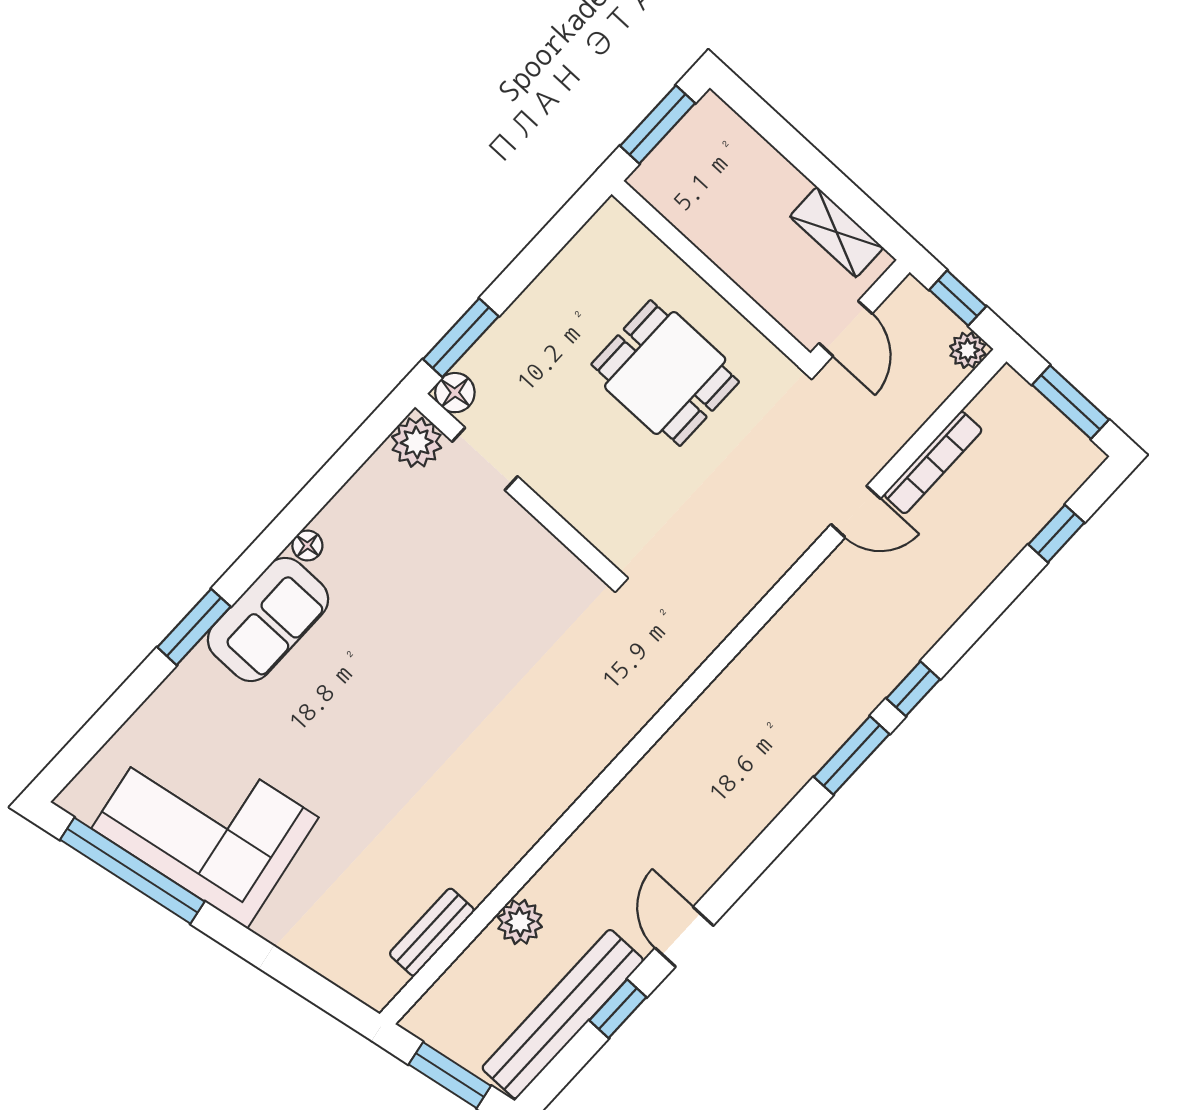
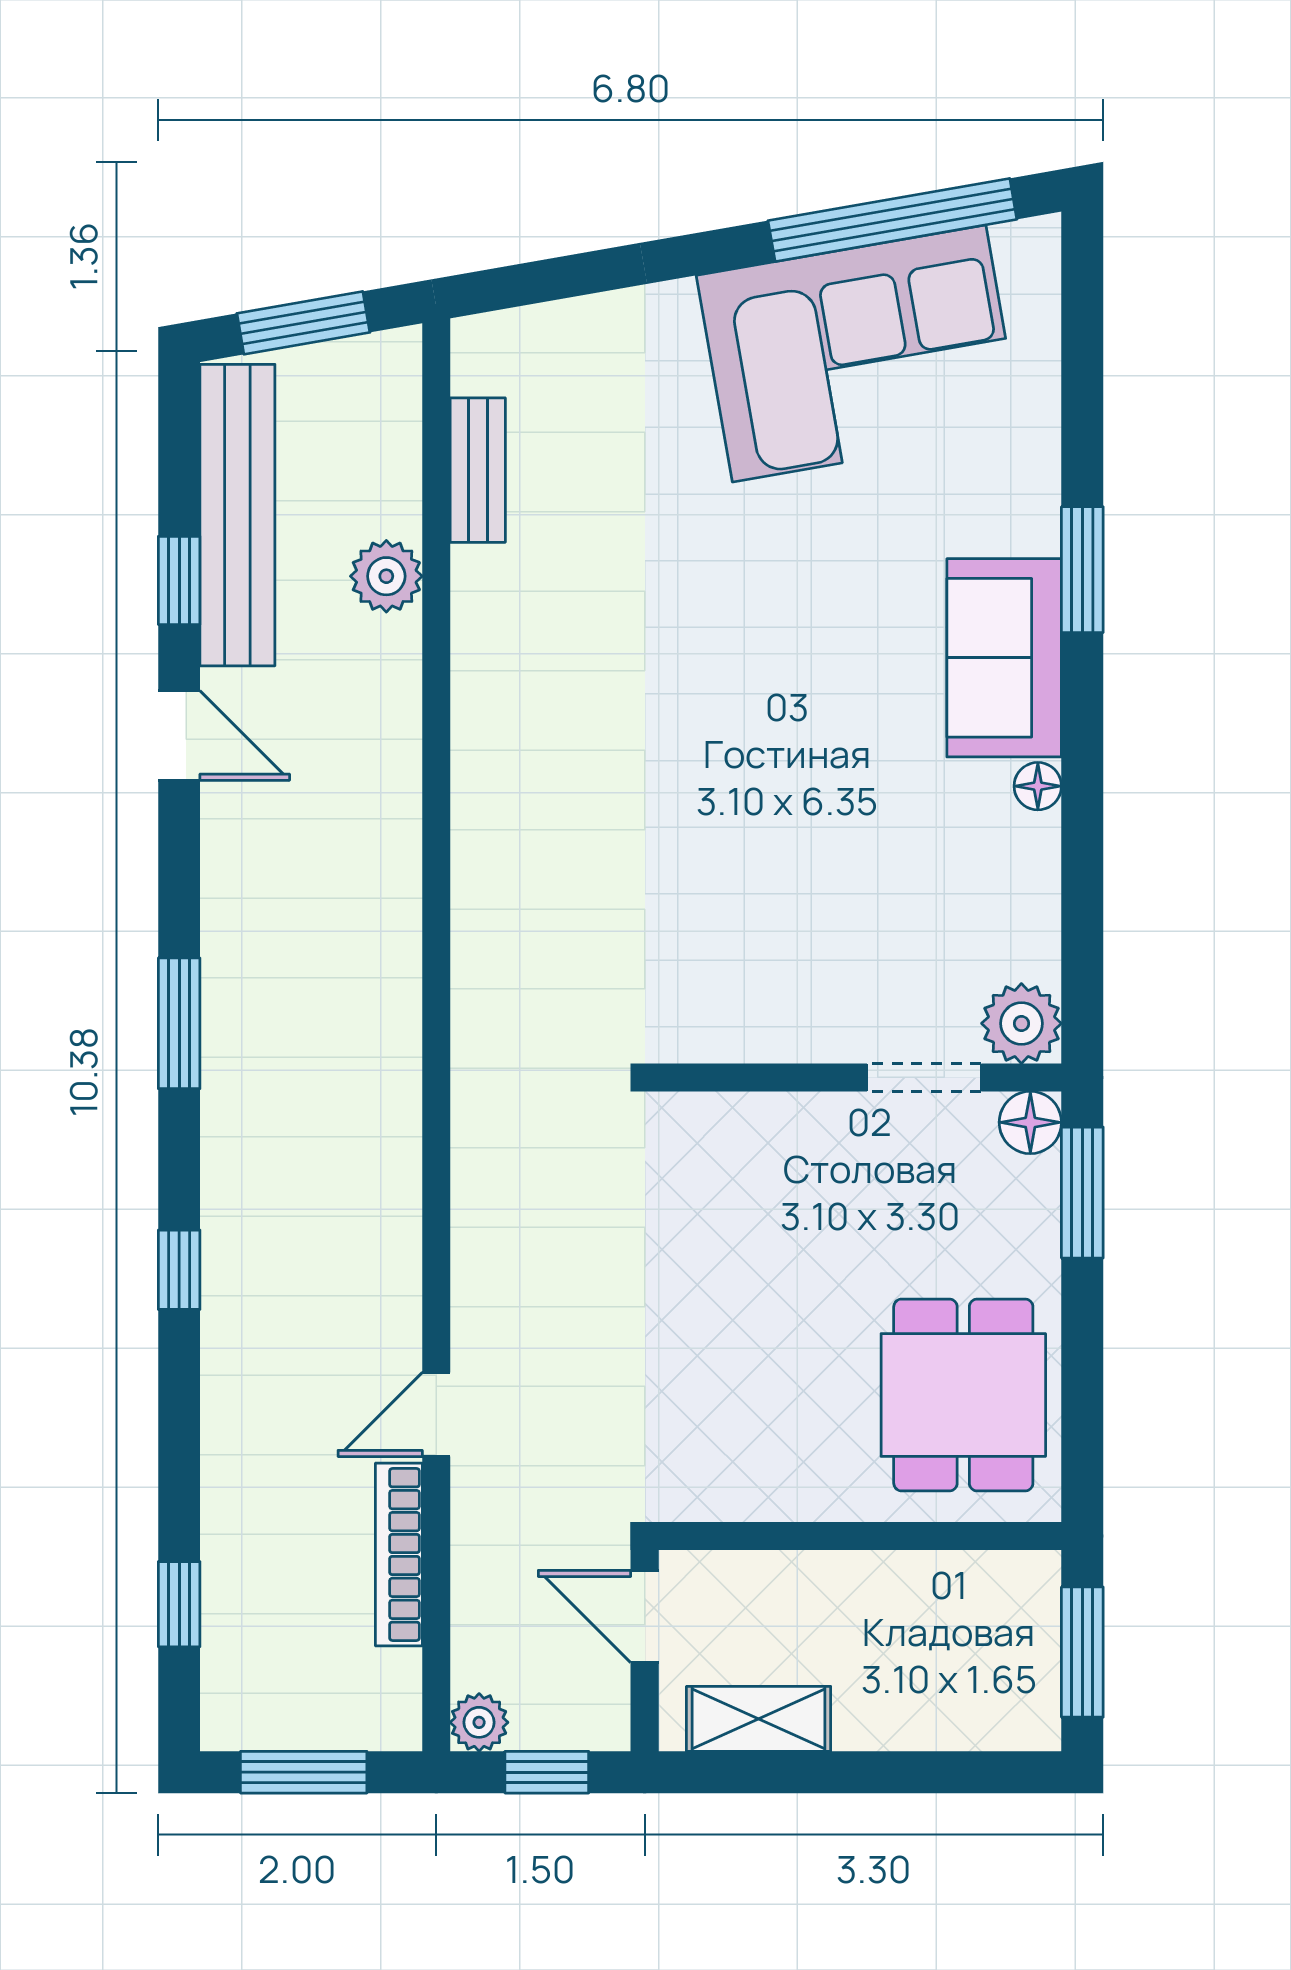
dining table: (665, 373) -> (963, 1395), moved, turned 90
window: (852, 755) -> (179, 1023), moved

